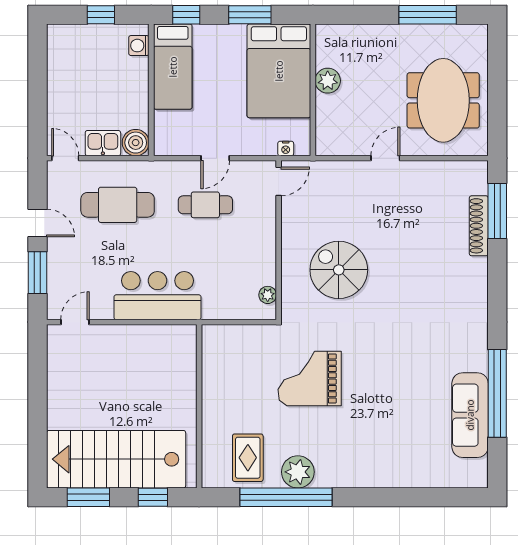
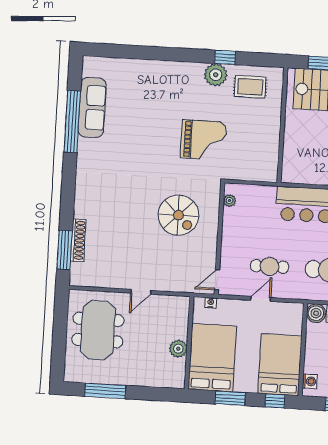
bed: (173, 67) -> (280, 365), width x1.50
rug: (248, 458) -> (250, 87), turned 90
window: (286, 497) -> (225, 57), width x0.32

